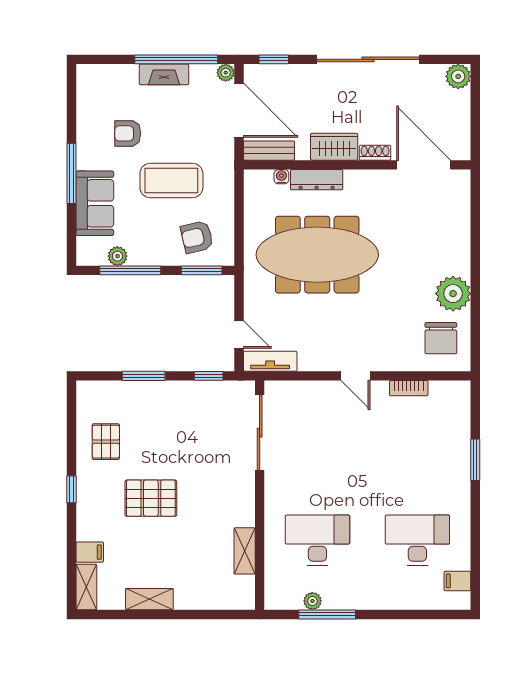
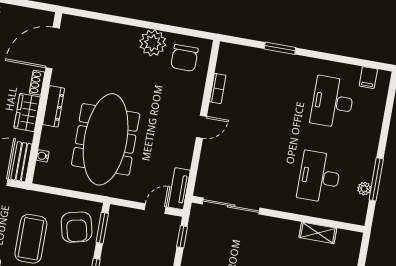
dresser: (317, 180) -> (54, 106), moved
armchair: (197, 237) -> (77, 227), width x1.38, depth x1.38
chair: (441, 338) -> (184, 58), turned 90

